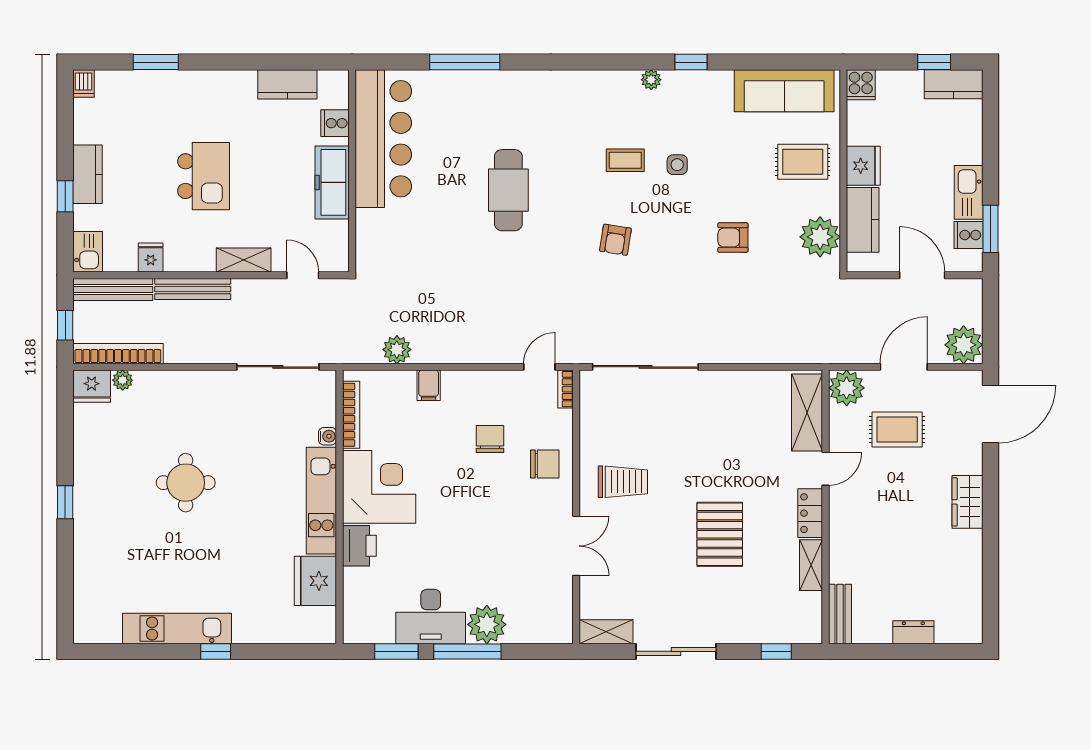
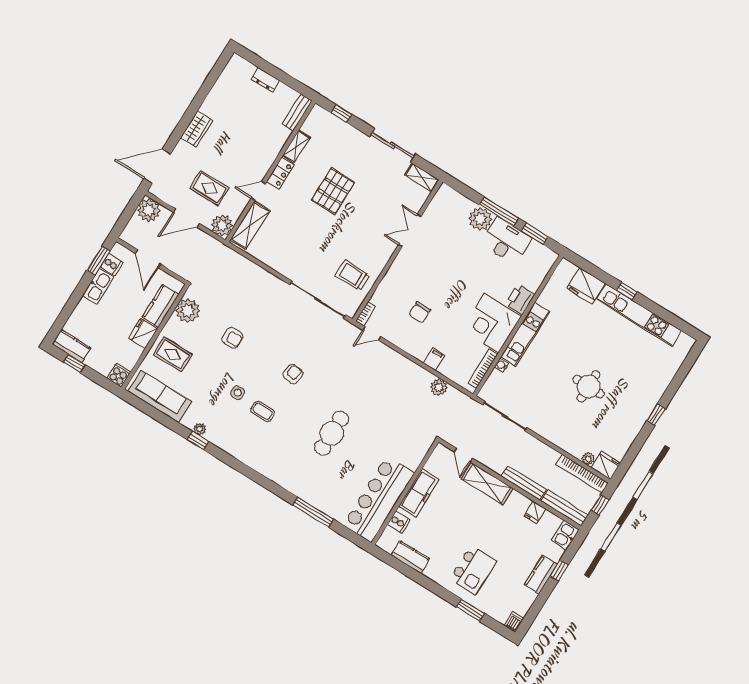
plant: (651, 80) -> (200, 429), moved
kitchen island: (204, 176) -> (473, 570), moved, turned 180
shelving: (244, 260) -> (487, 484), width x1.50, depth x1.33
chair: (545, 464) -> (400, 282), removed
trolley: (623, 482) -> (353, 275), moved
fridge: (315, 581) -> (586, 286), moved, turned 90
kitchen unit: (177, 628) -> (639, 315), width x1.36

